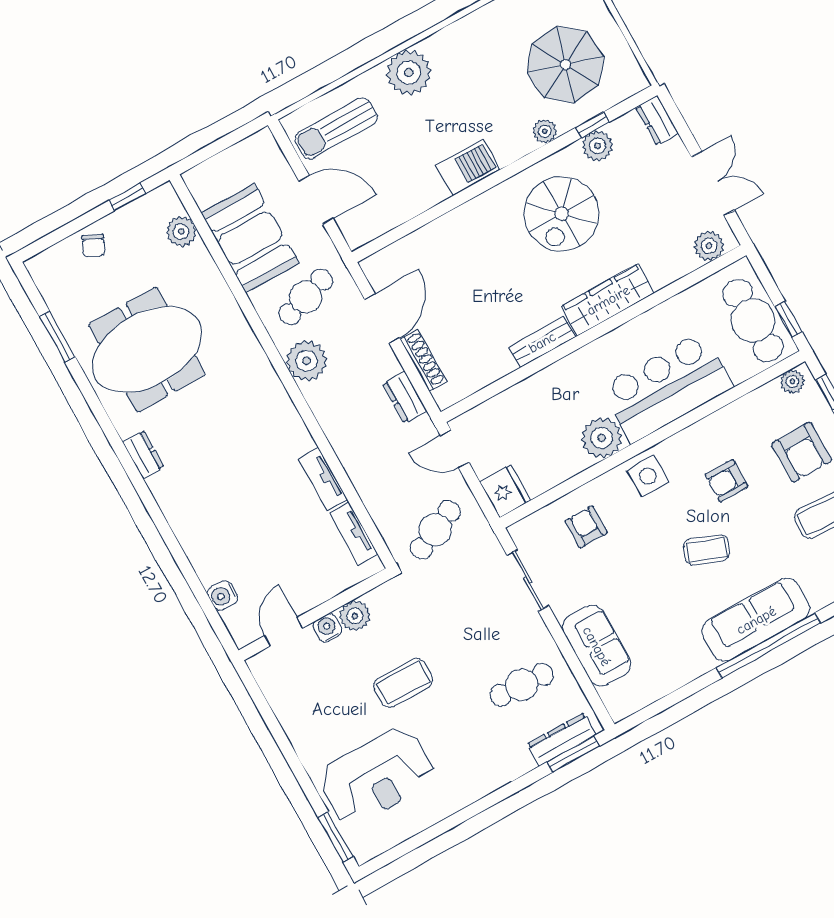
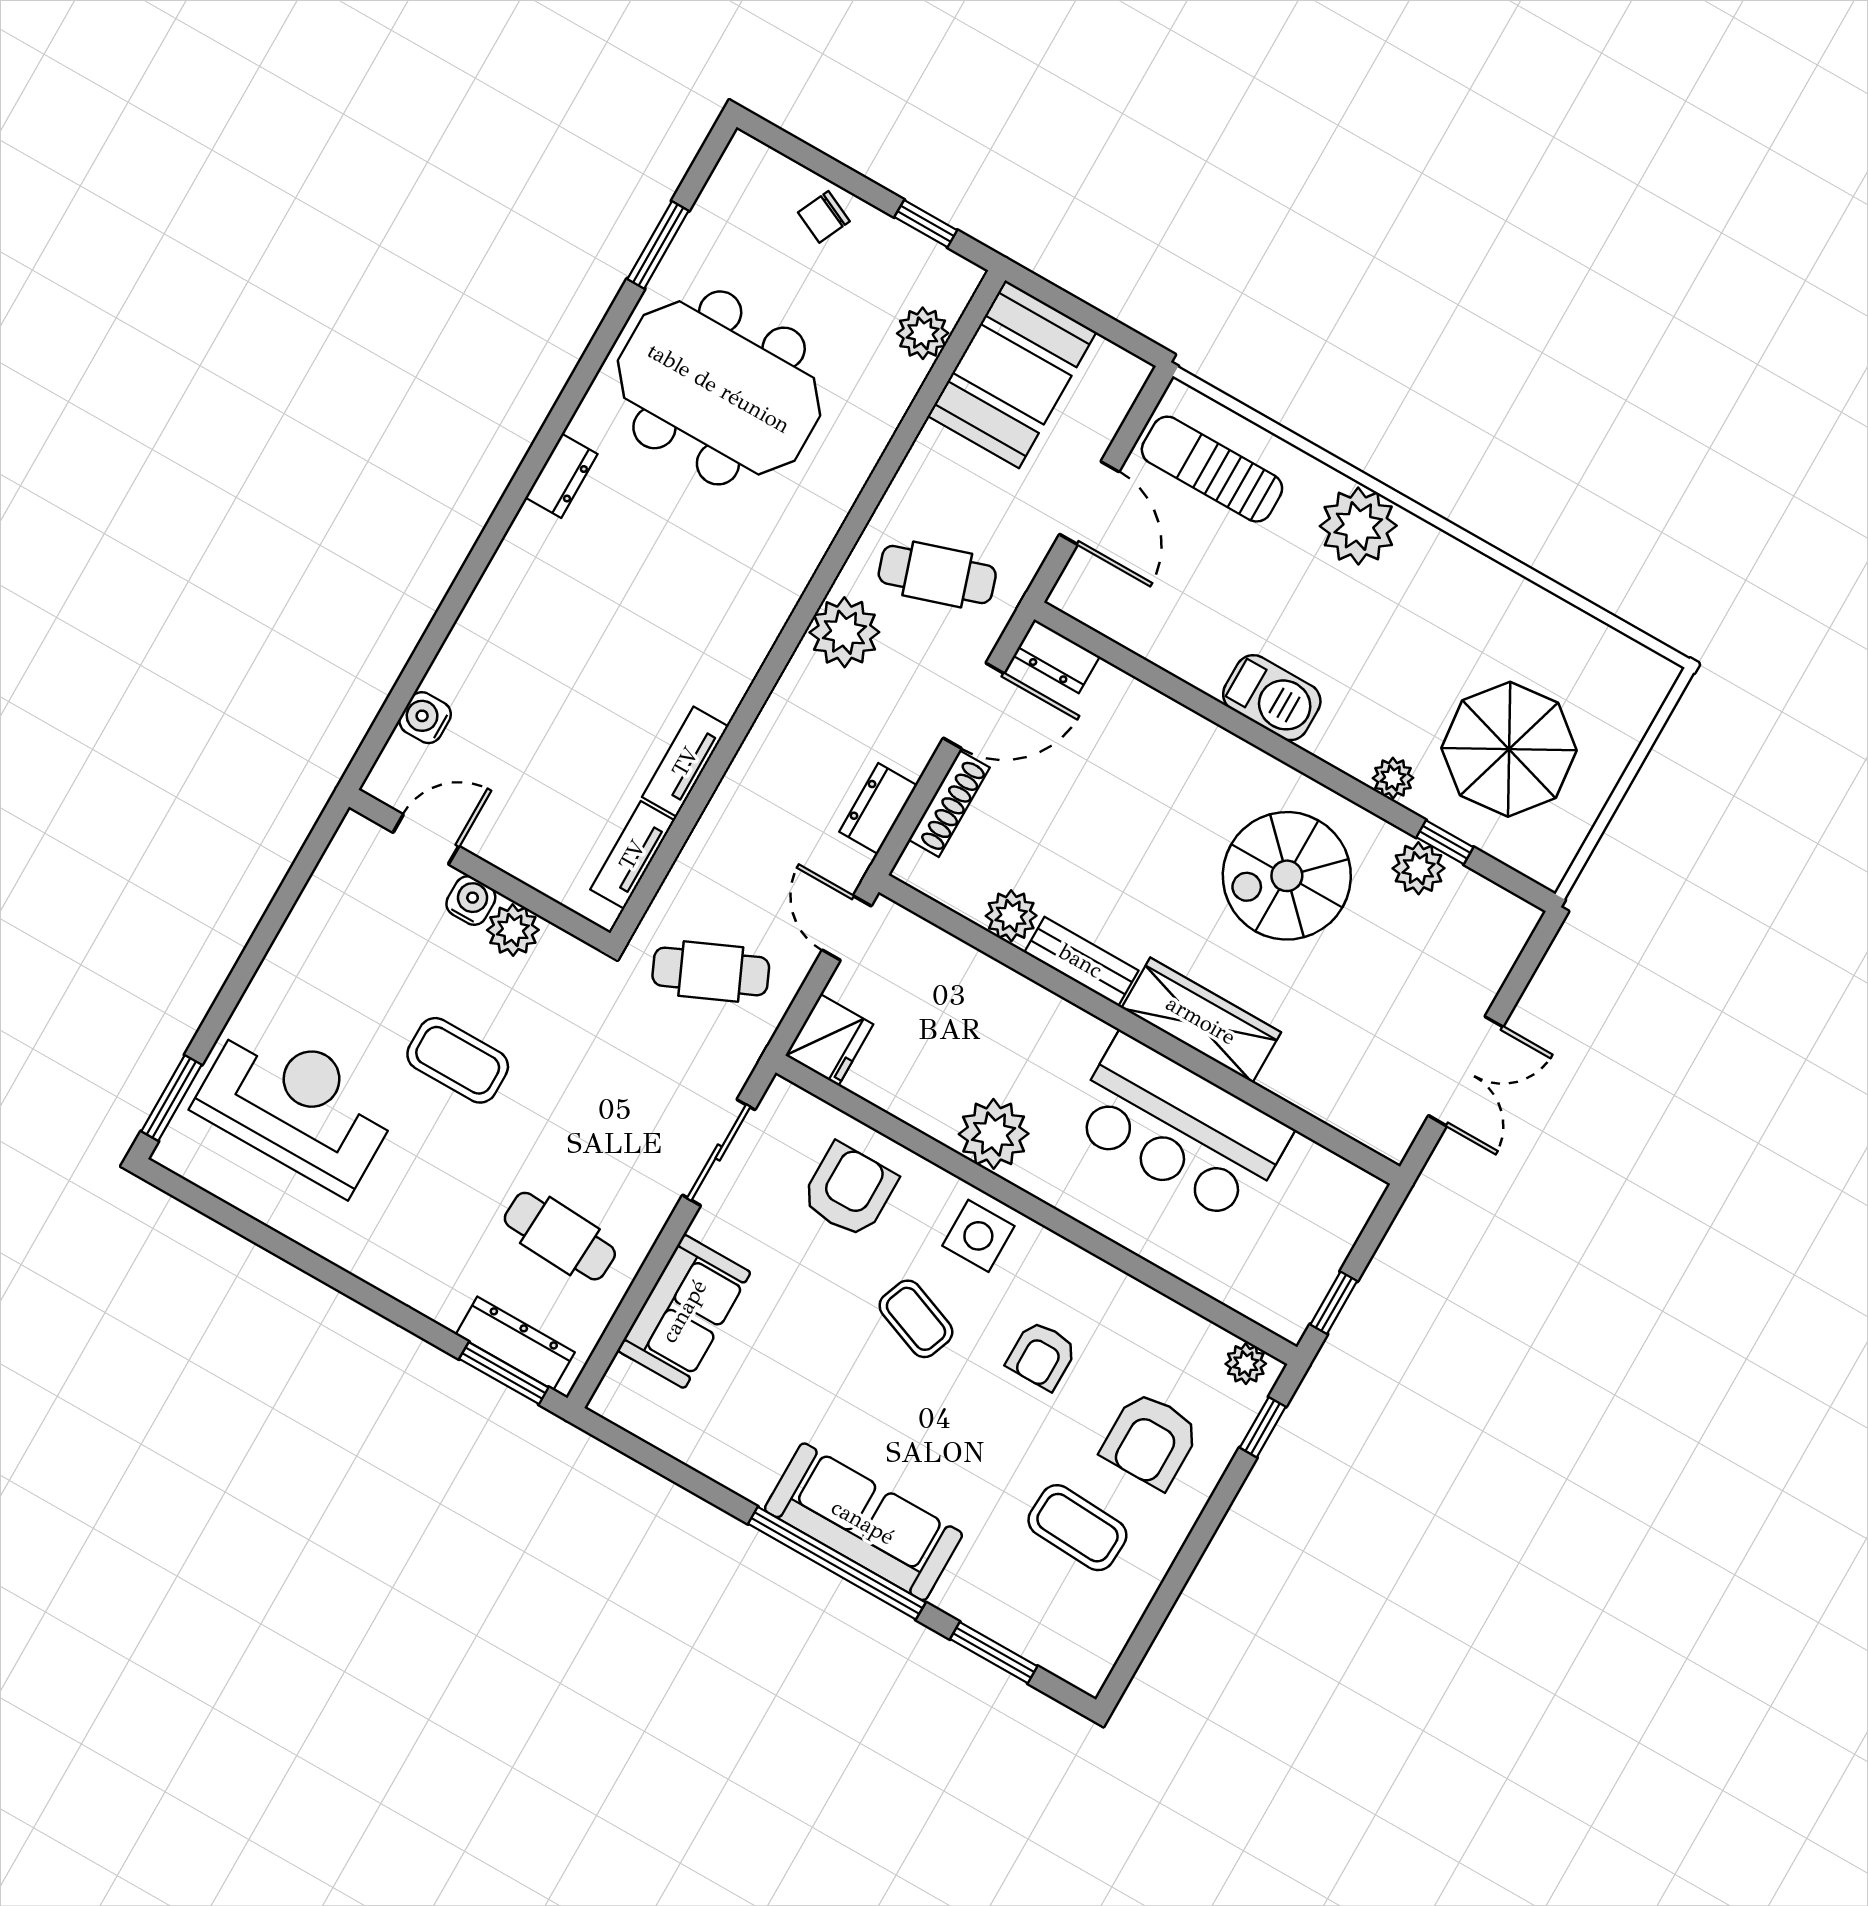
dresser: (657, 120) -> (1056, 656), moved, turned -90
booth: (250, 238) -> (1012, 374), moved
plant: (709, 246) -> (1011, 916), moved
cafe table: (753, 320) -> (1300, 1252), removed
bar counter: (667, 387) -> (1180, 1128), moved, turned 180
armchair: (727, 481) -> (1042, 1355), turned -90
armchair: (586, 527) -> (849, 1190), width x1.38, depth x1.38
coffee table: (707, 550) -> (916, 1319), moved
reception desk: (377, 777) -> (297, 1105), turned 180

